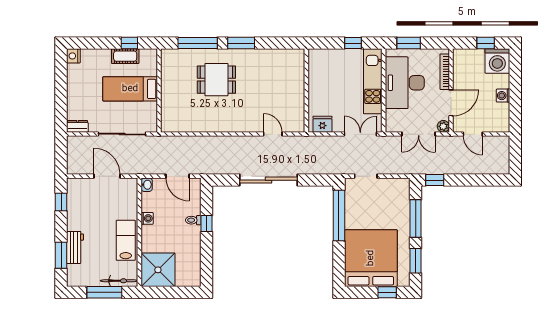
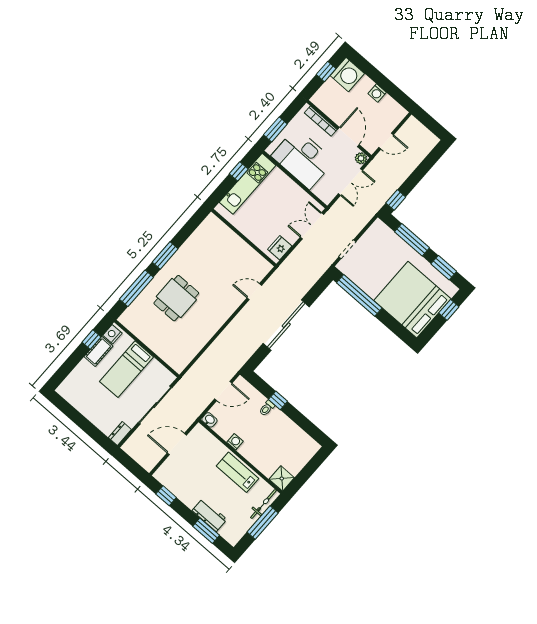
nightstand: (73, 56) -> (112, 334), moved, turned 90
kitchen unit: (373, 81) -> (247, 184), moved, turned -90
shower: (158, 270) -> (282, 479), width x0.54, depth x0.54

